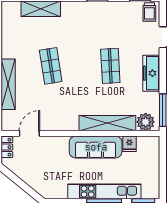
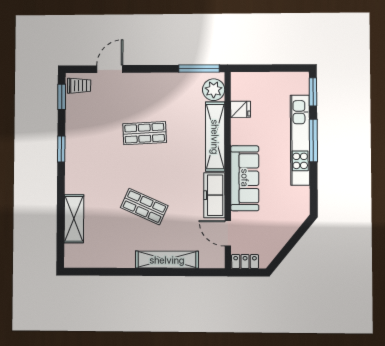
shop shelf: (51, 66) -> (144, 207), turned 33
freezer: (151, 73) -> (214, 195), moved, turned 90
sofa: (96, 147) -> (245, 178), moved

